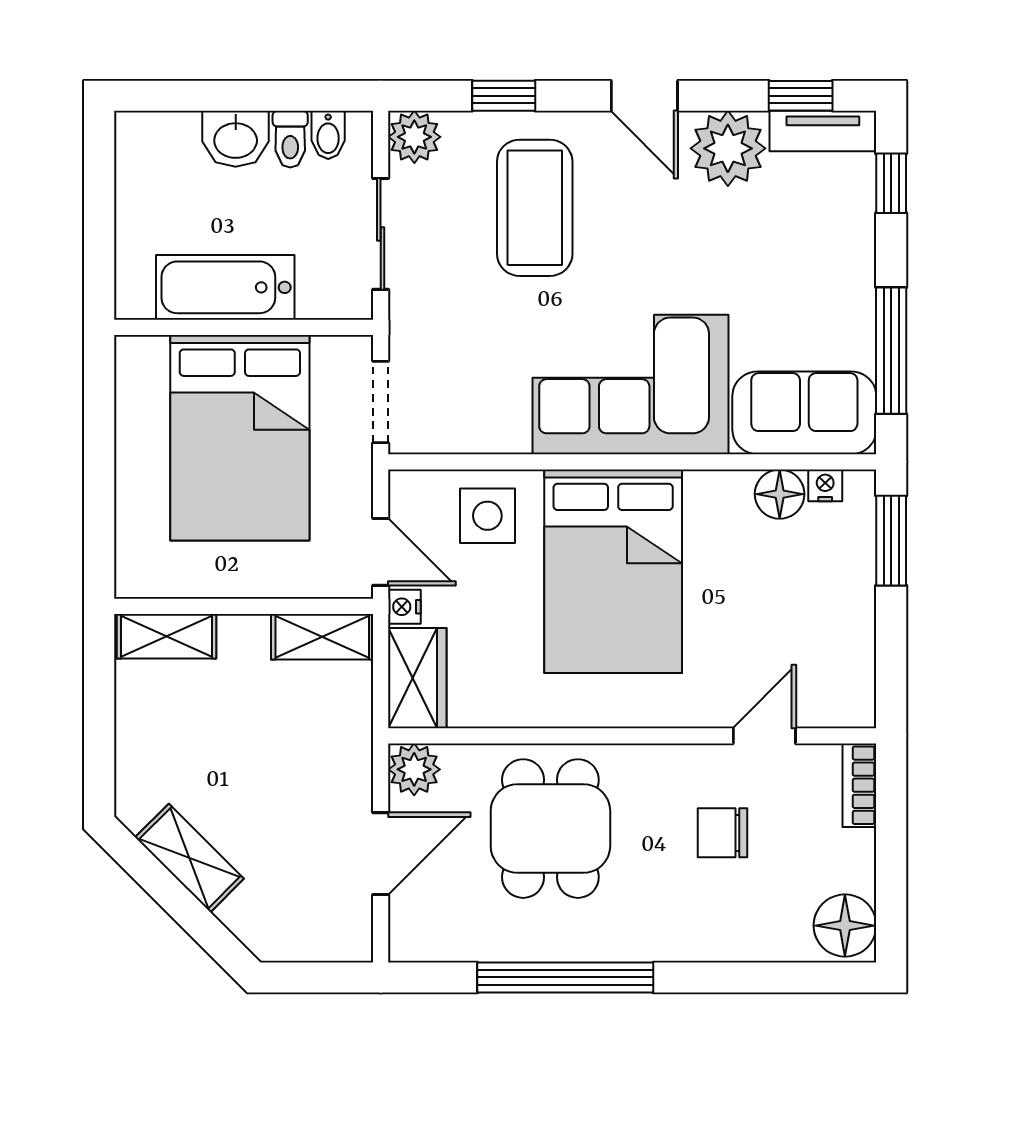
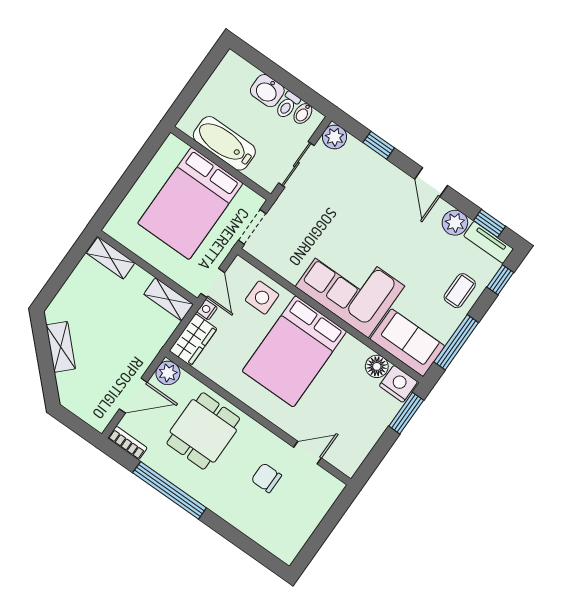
plant: (728, 148) -> (455, 223), width x0.73, depth x0.73
coffee table: (535, 208) -> (460, 291), moved, width x0.54, depth x0.58
nightstand: (825, 485) -> (398, 384), width x1.89, depth x1.79
bookcase: (859, 785) -> (127, 443), moved, turned 90
floor lamp: (845, 926) -> (288, 545), removed

